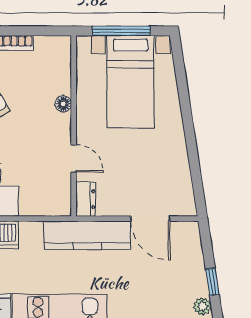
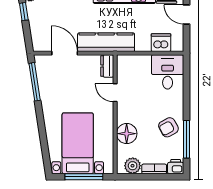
plant: (47, 48) -> (133, 166), added
floor lamp: (63, 104) -> (127, 134), width x1.89, depth x1.89
window: (196, 175) -> (35, 82), added

